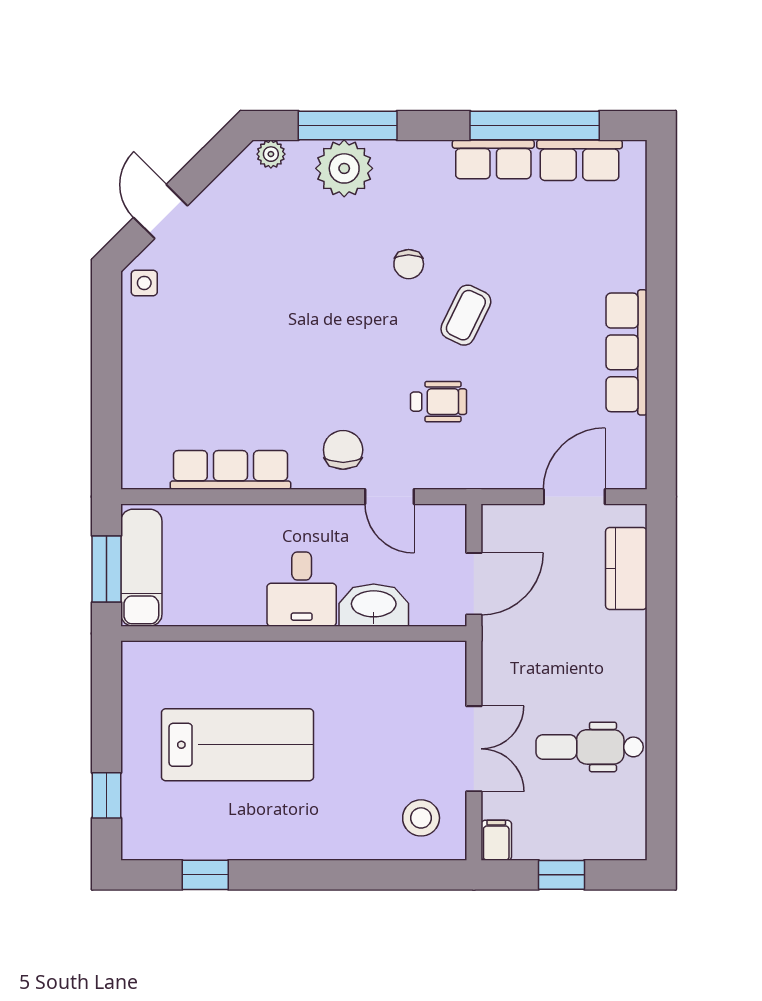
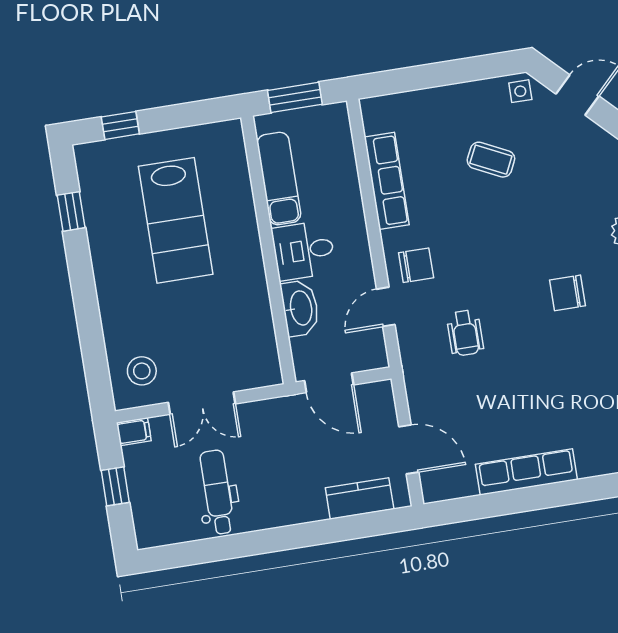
chair: (409, 264) -> (568, 293), width x1.37, depth x1.37
coffee table: (466, 315) -> (491, 160), moved
exam couch: (141, 568) -> (279, 179), moved, turned -90

